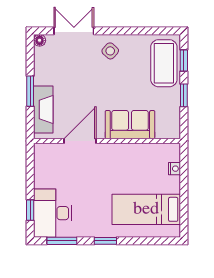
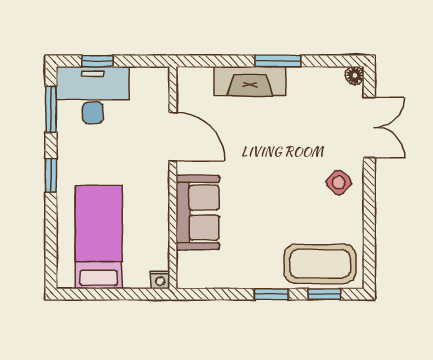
sofa: (130, 125) -> (198, 212), moved
door: (80, 141) -> (173, 137), moved
wall: (107, 141) -> (173, 178), moved

